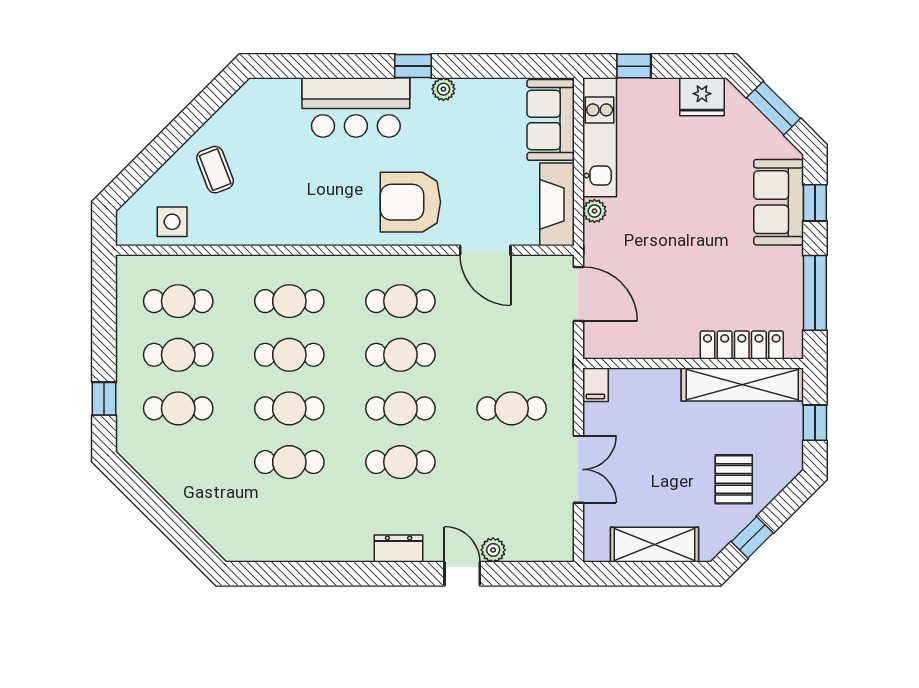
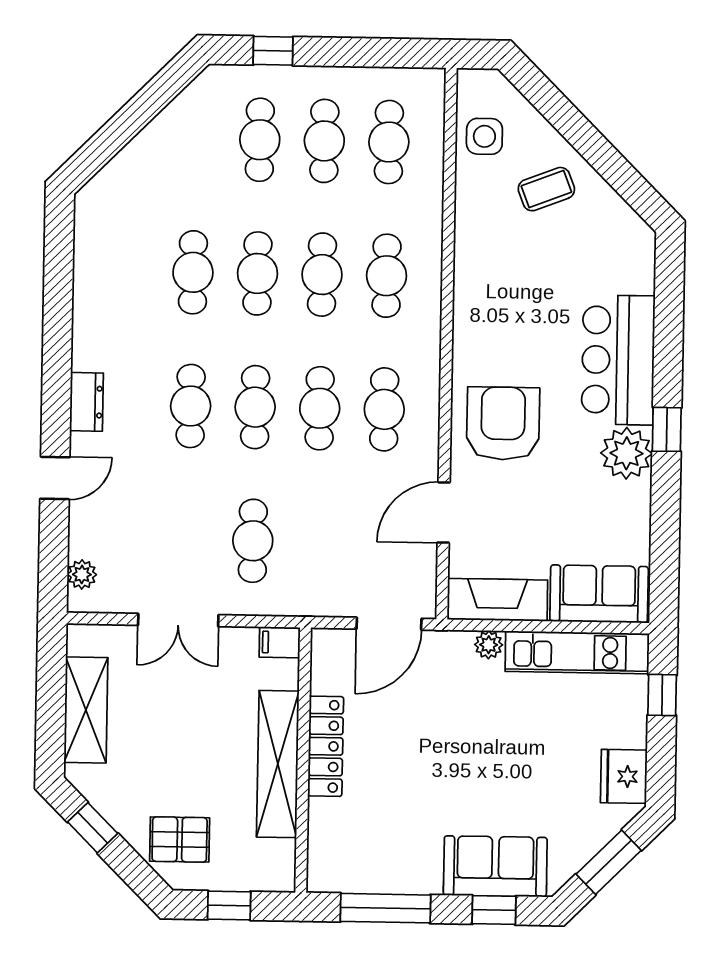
plant: (443, 89) -> (626, 453), width x1.87, depth x1.87
locker: (742, 345) -> (326, 746), moved
shelving: (742, 384) -> (278, 764), moved
pallet: (734, 479) -> (180, 839), moved
plant: (493, 550) -> (82, 574), moved

